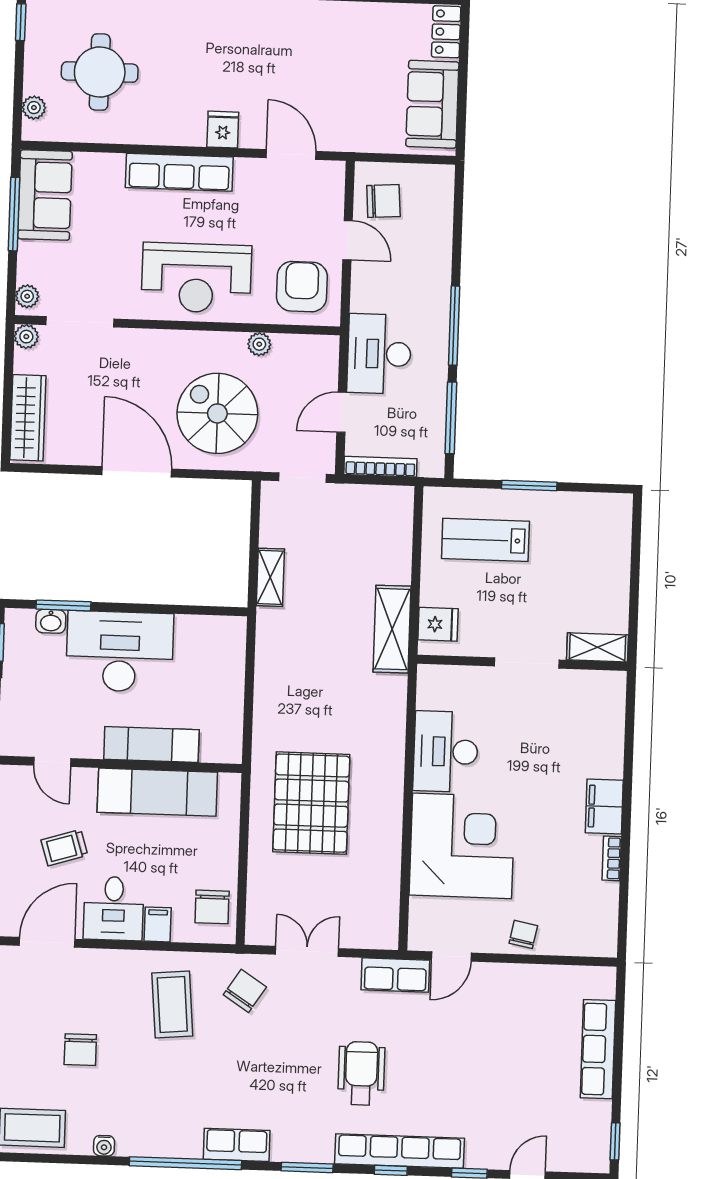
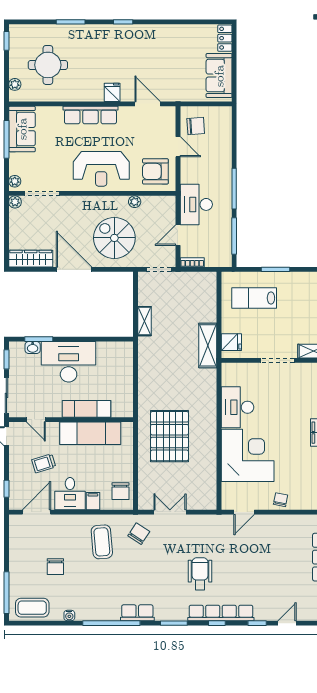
armchair: (302, 287) -> (155, 171), turned -90
wardrobe: (28, 418) -> (31, 259), moved, turned -90
bookcase: (380, 467) -> (192, 262), width x0.64
row of seats: (395, 975) -> (216, 523), removed

